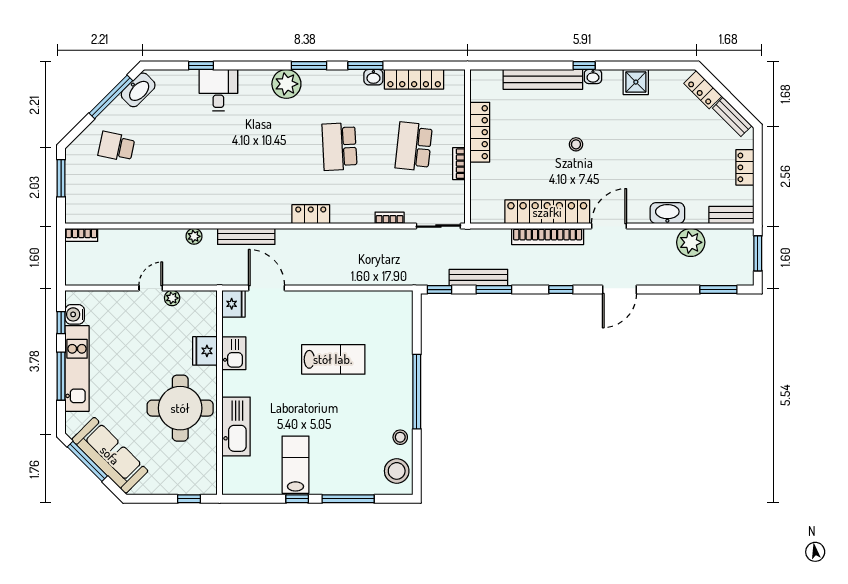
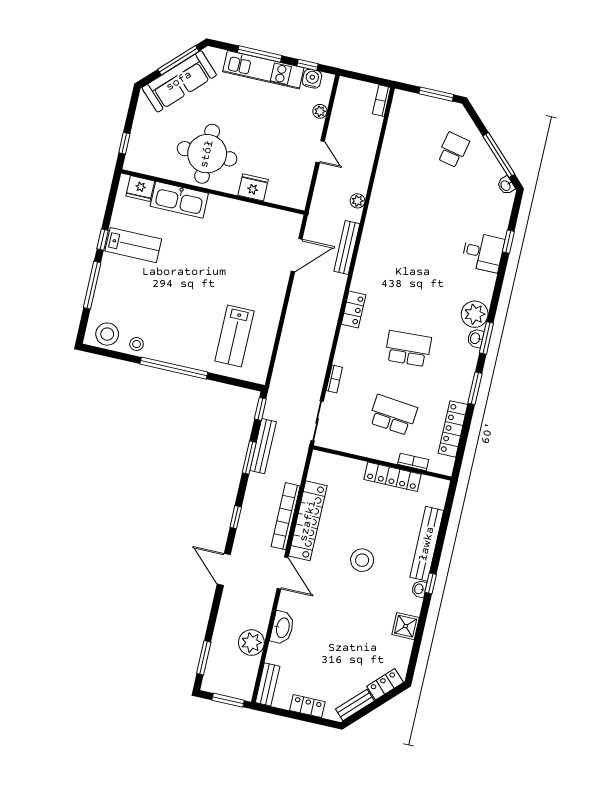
washbasin: (373, 77) -> (476, 338), moved
washbasin: (138, 90) -> (506, 185), width x0.52, depth x0.69
stool: (576, 144) -> (362, 560), width x1.89, depth x1.89
bookcase: (459, 164) -> (413, 462), moved
plant: (172, 298) -> (320, 111), moved
fridge: (233, 304) -> (140, 188), moved
kitchen sink: (234, 353) -> (245, 213), removed
lab bench: (333, 359) -> (234, 336), moved

